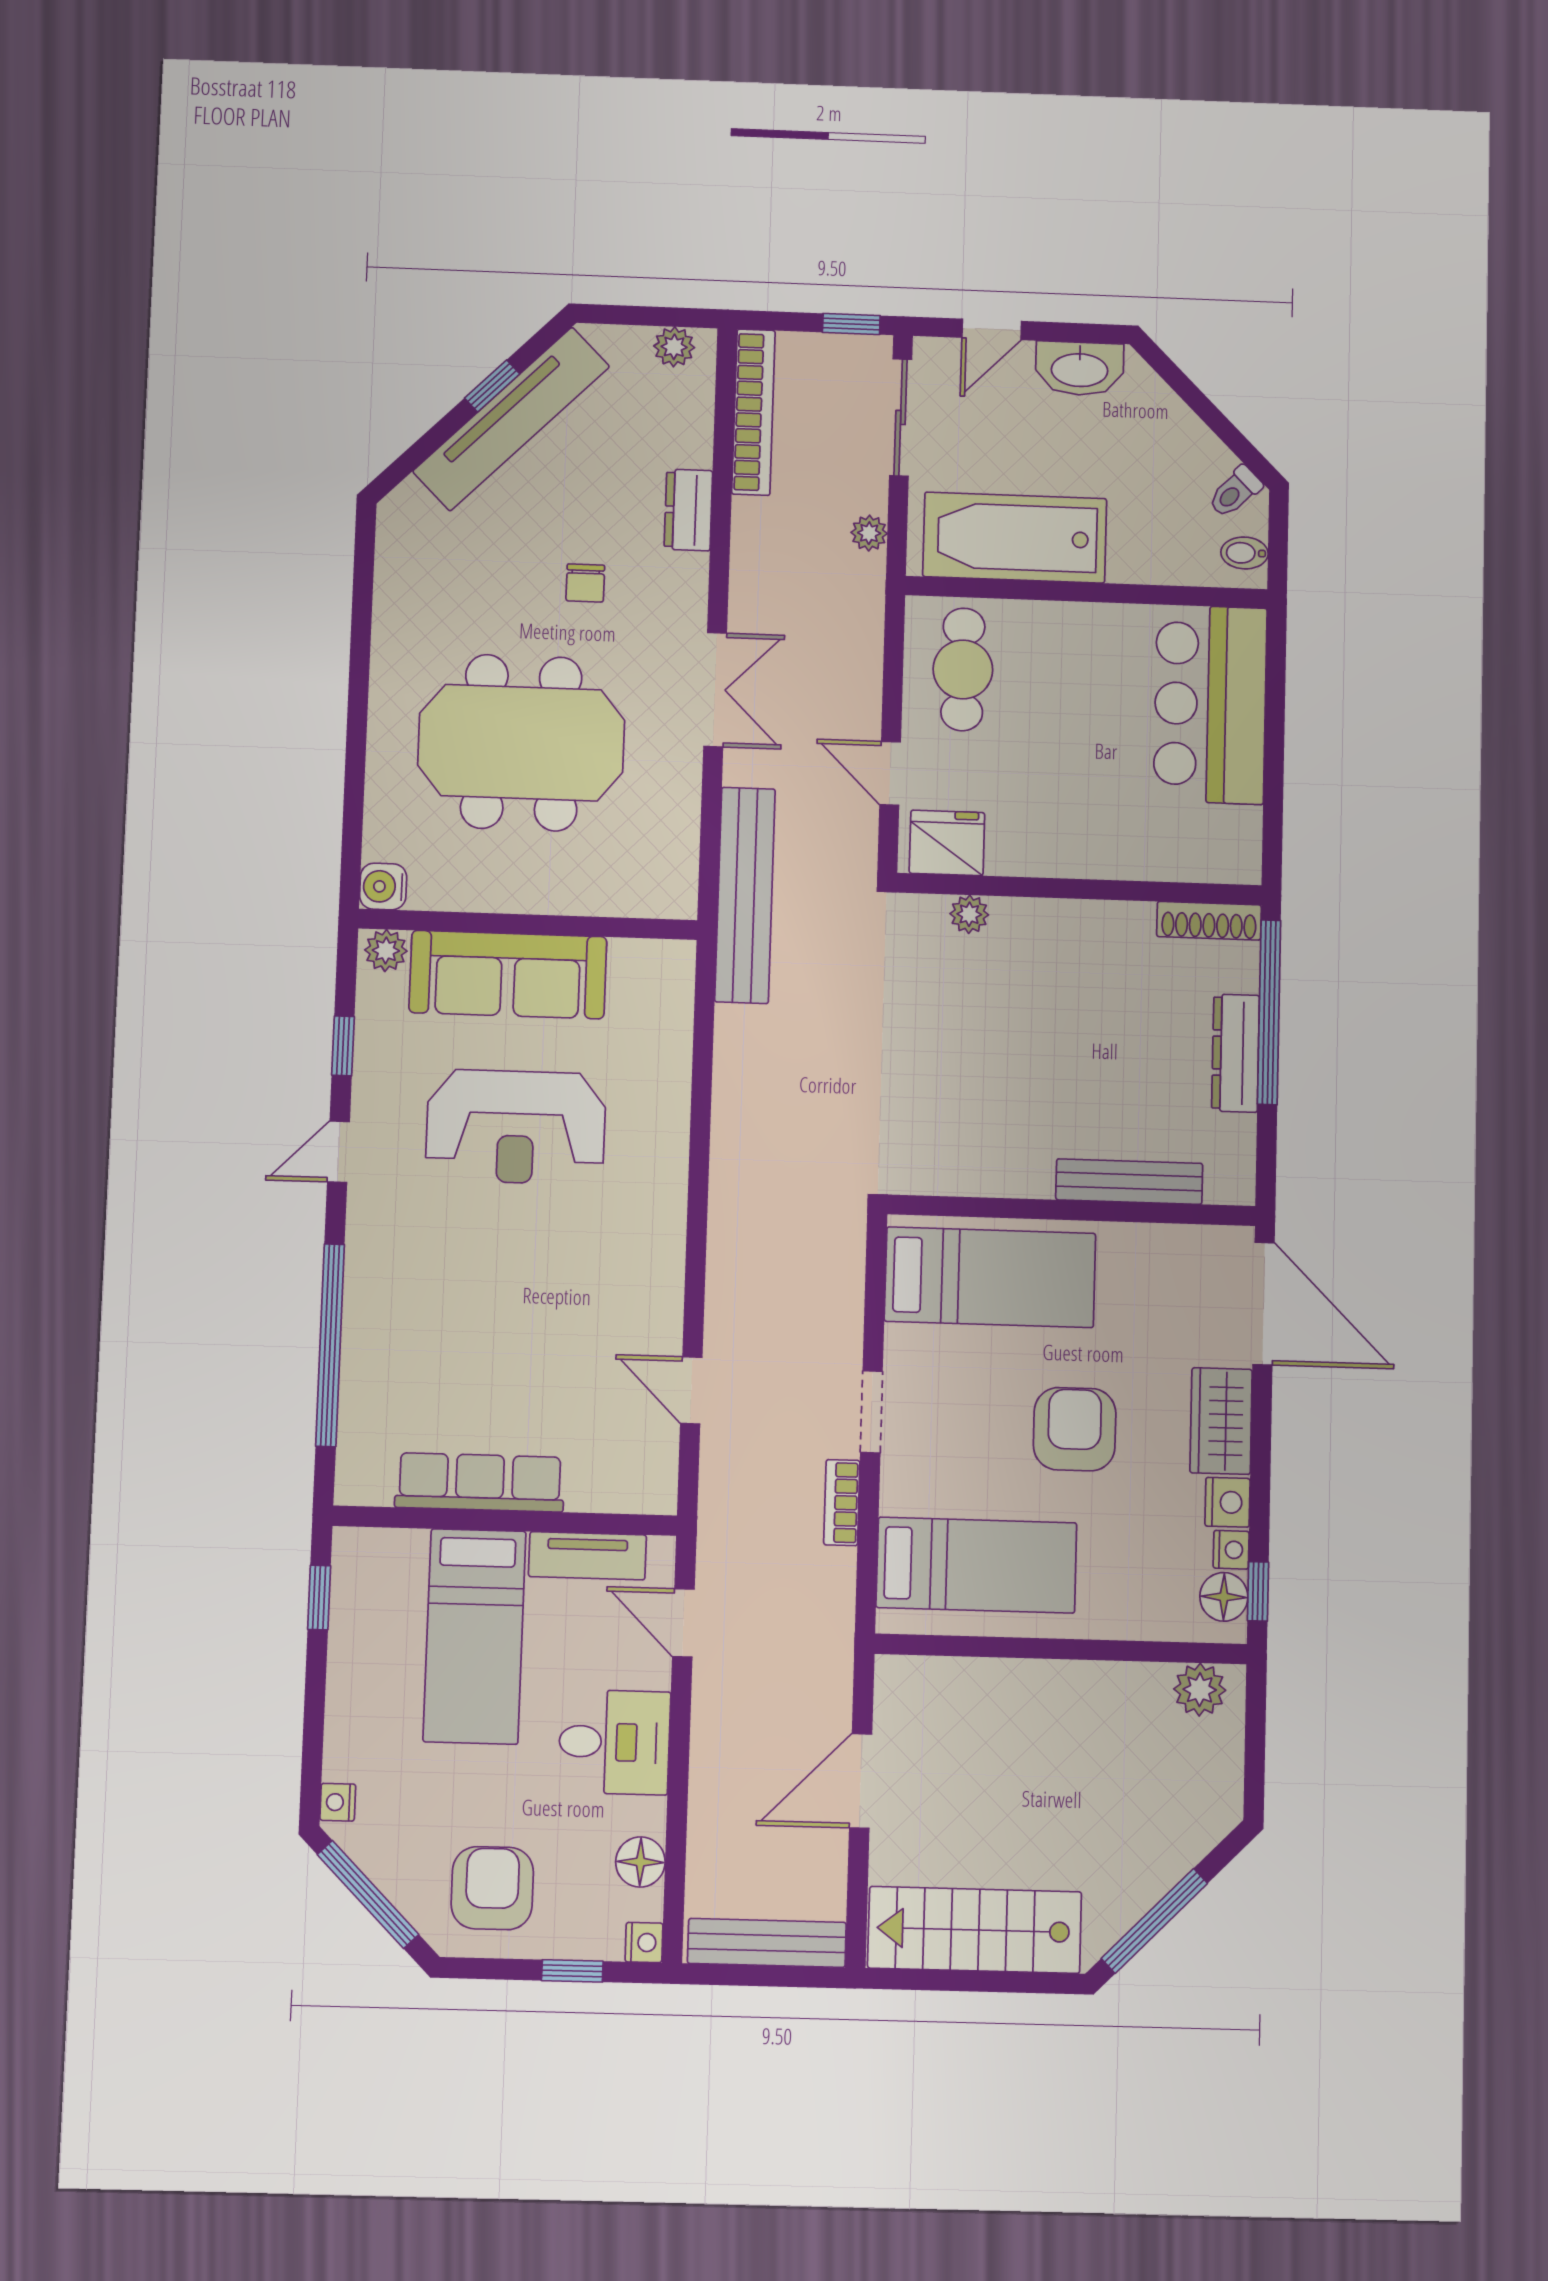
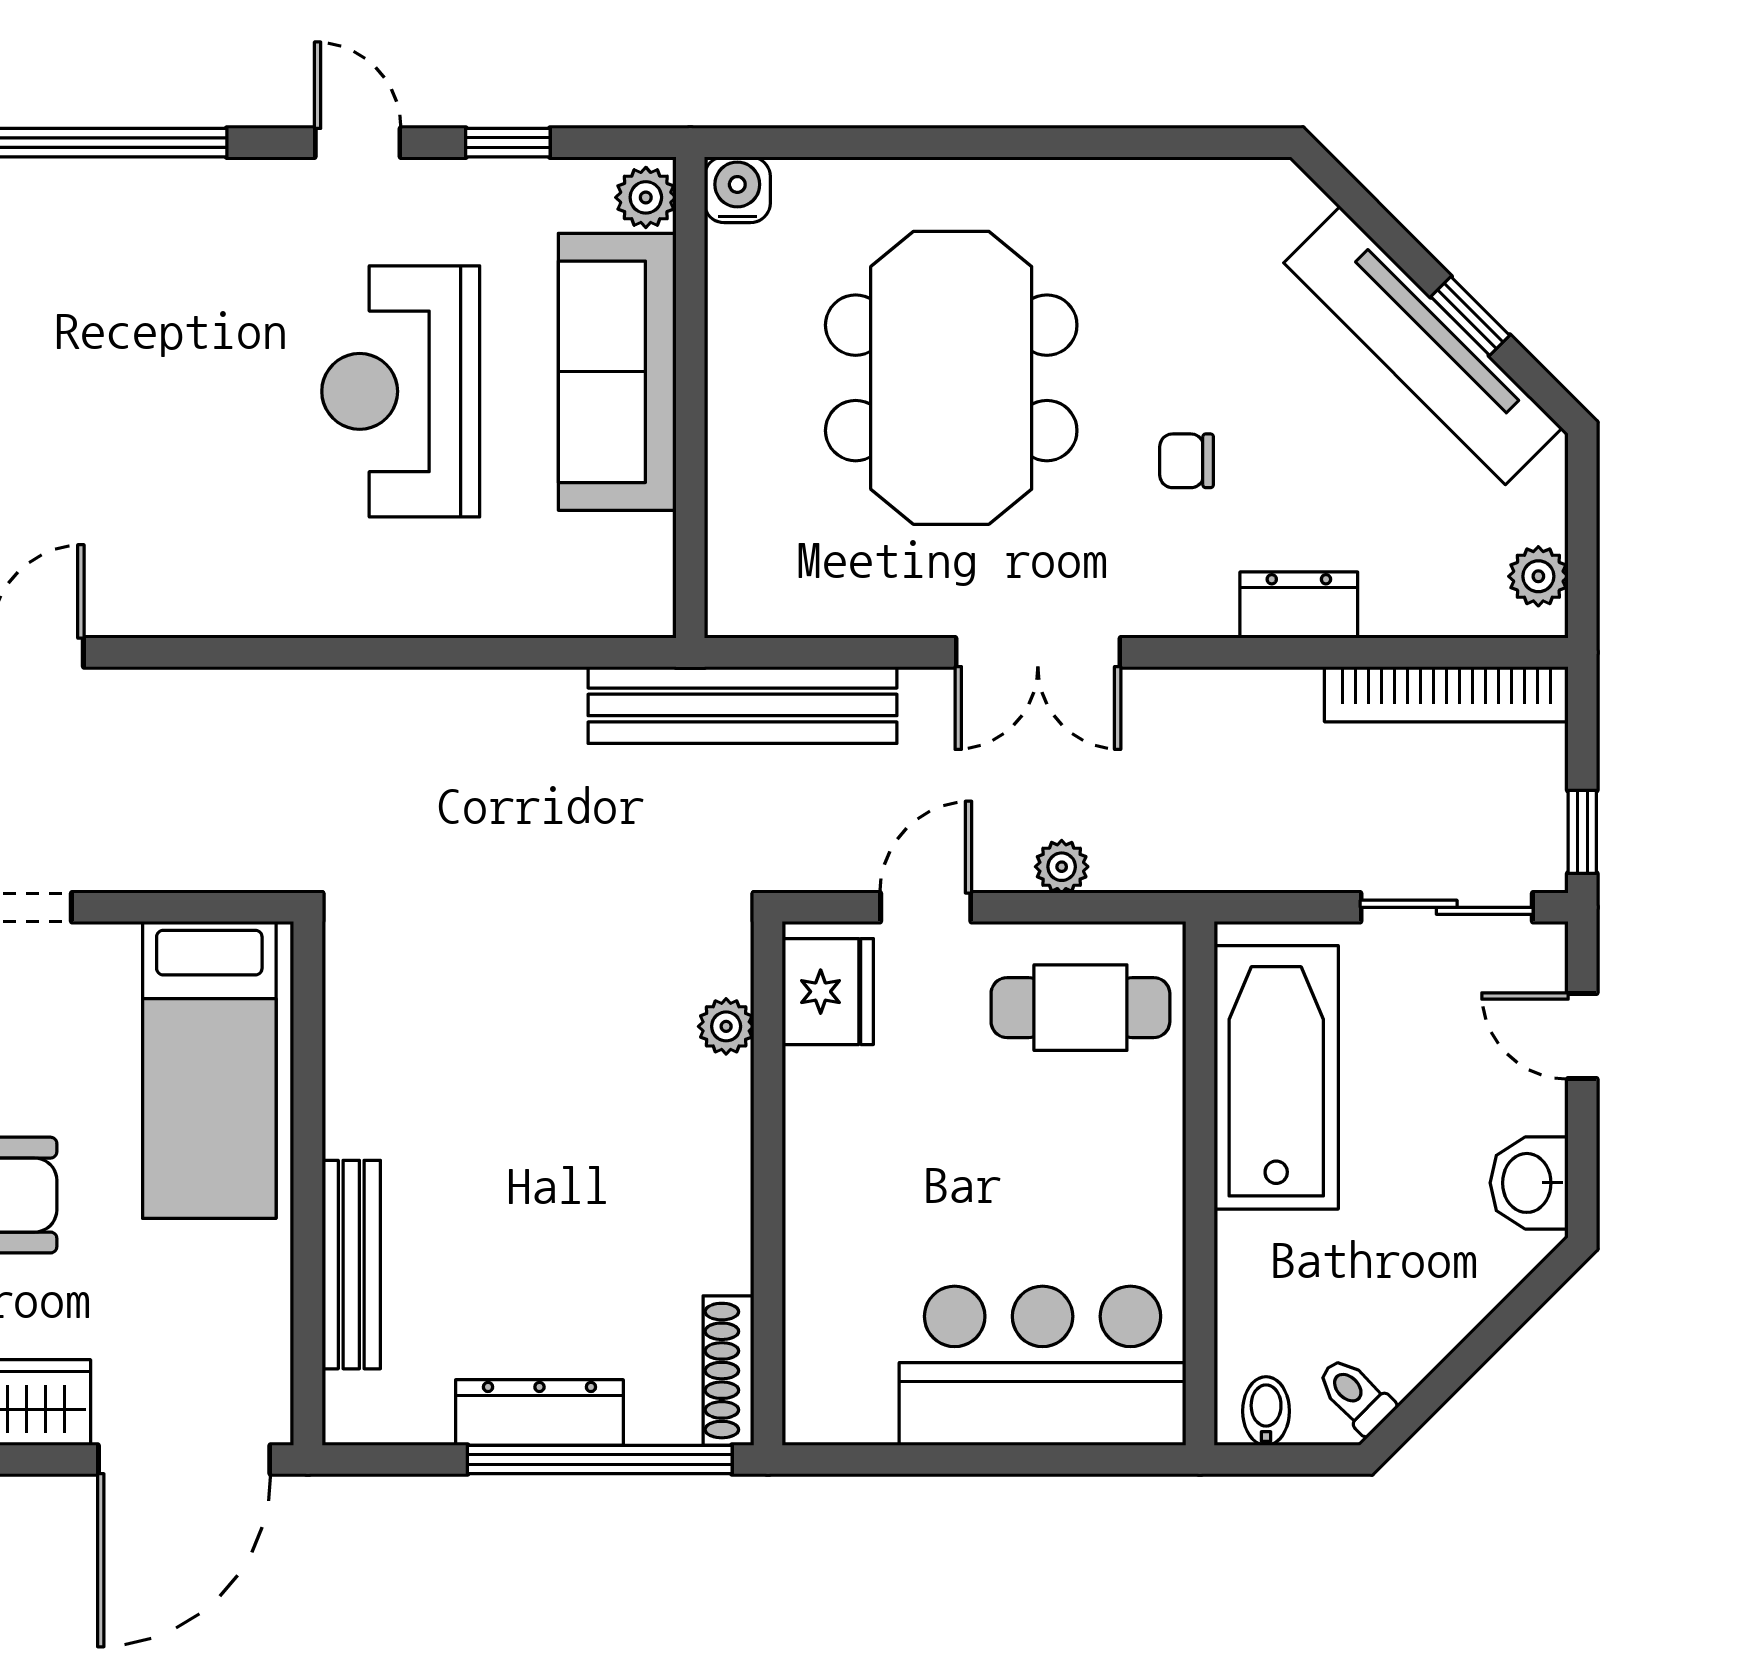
washbasin: (1080, 369) -> (1529, 1183), width x0.72
plant: (869, 533) -> (1062, 867), moved

